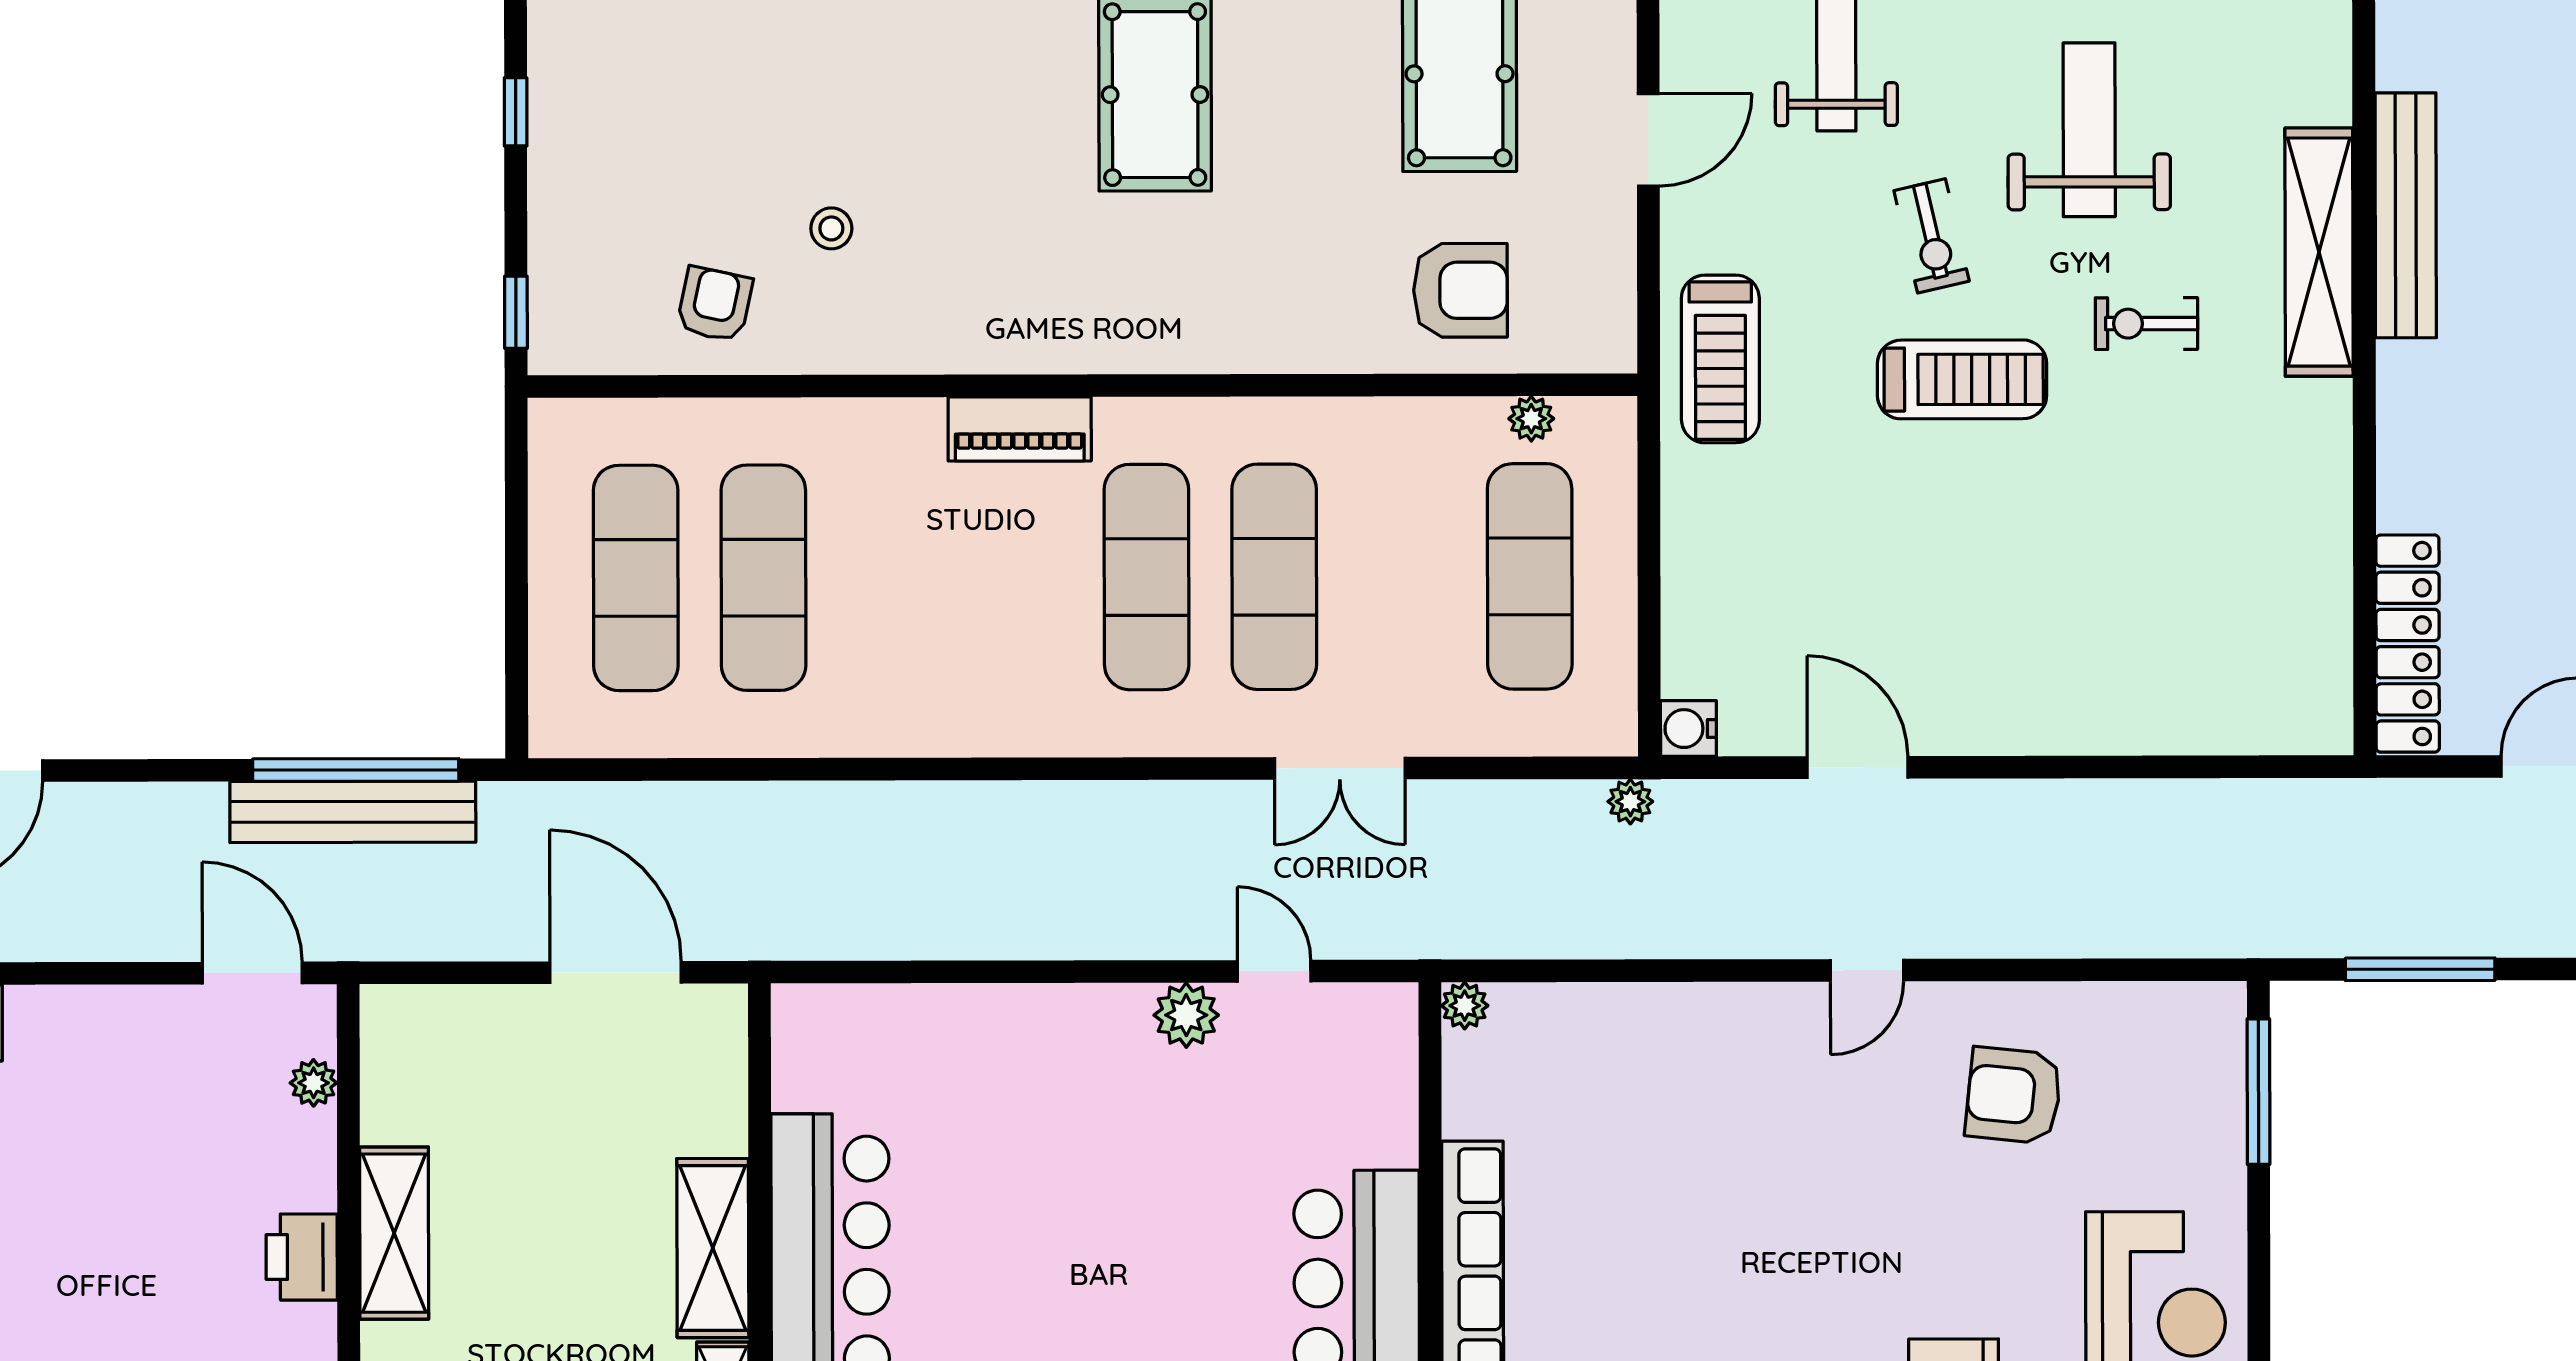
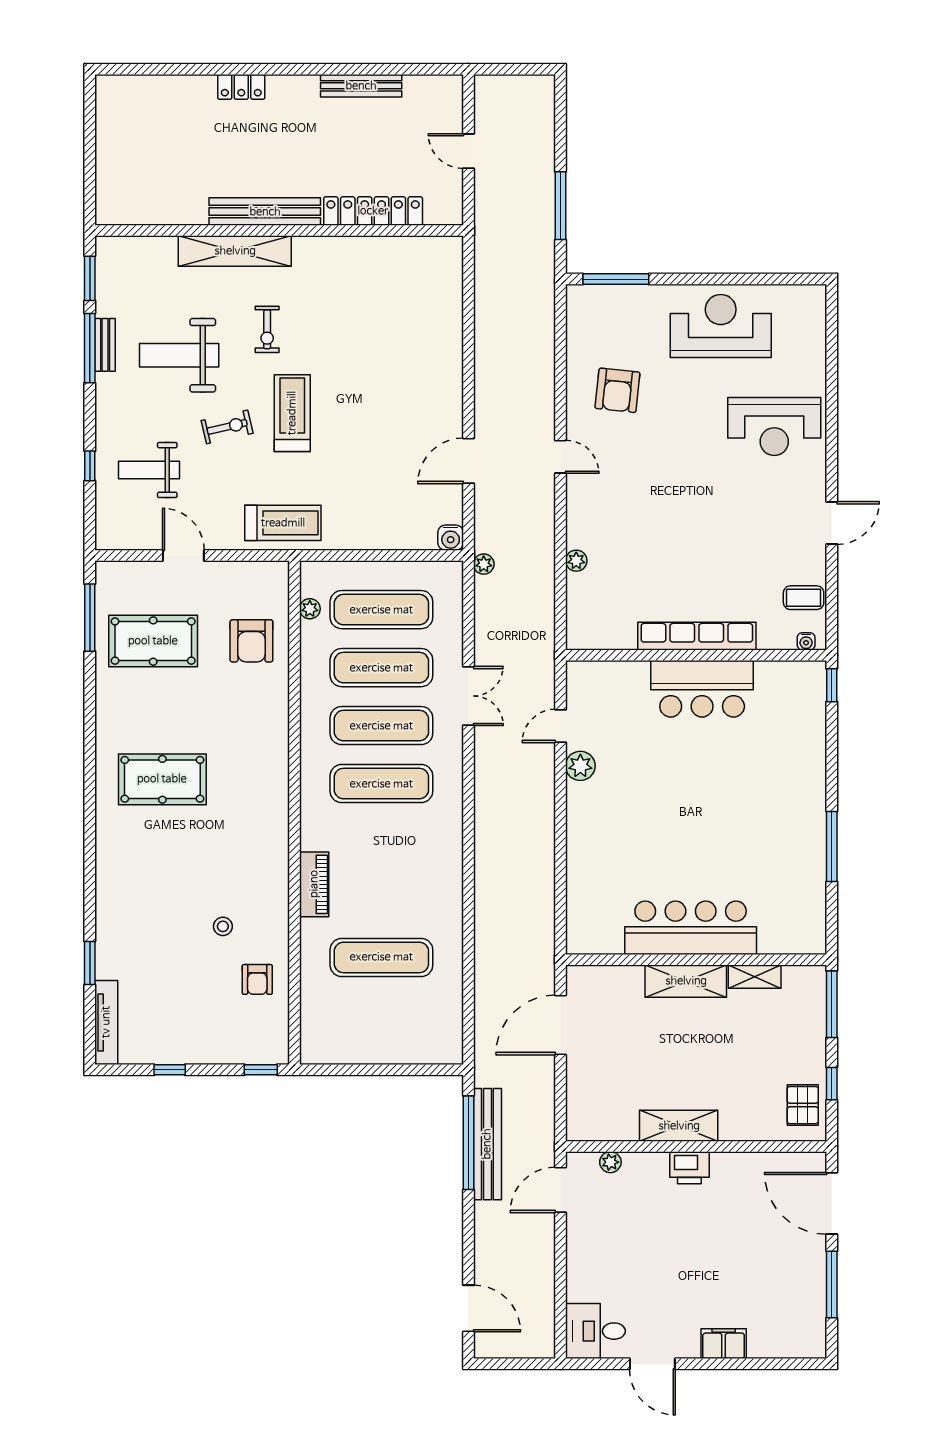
bench: (2406, 215) -> (265, 212), moved
armchair: (1460, 290) -> (251, 641), turned 180
armchair: (715, 304) -> (257, 979), turned -102
piano: (1020, 429) -> (314, 884), moved
exercise mat: (636, 578) -> (381, 668), moved
locker: (2408, 644) -> (373, 211), moved
plant: (1465, 1006) -> (576, 561), moved

